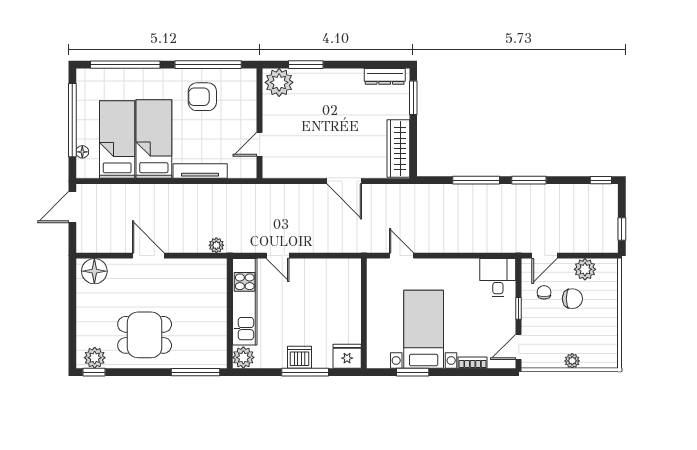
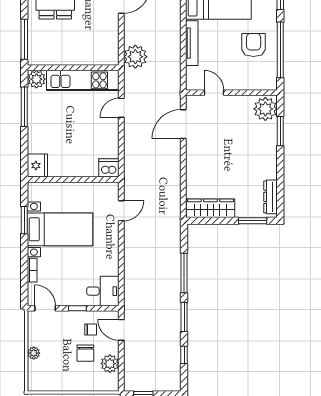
window: (601, 180) -> (184, 355), moved
door: (344, 181) -> (183, 124), moved
plant: (216, 245) -> (135, 57), width x1.88, depth x1.88
dishwasher: (299, 357) -> (109, 168), moved, turned -90
window: (305, 372) -> (24, 107), moved

